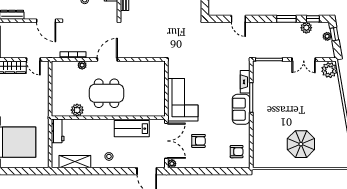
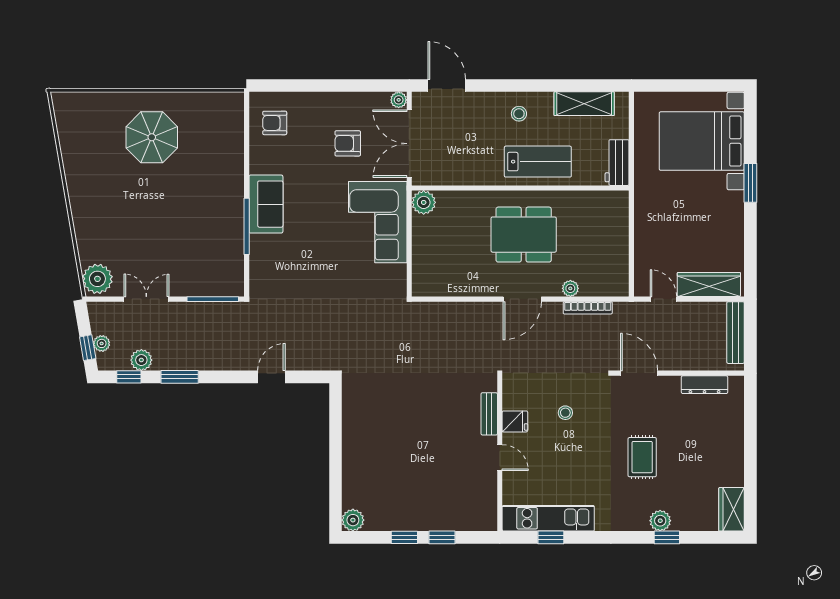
door: (238, 19) -> (271, 377), hinge flipped
fireplace: (245, 82) -> (258, 256), removed
plant: (77, 110) -> (424, 202), moved
lab bench: (132, 129) -> (538, 162), moved

